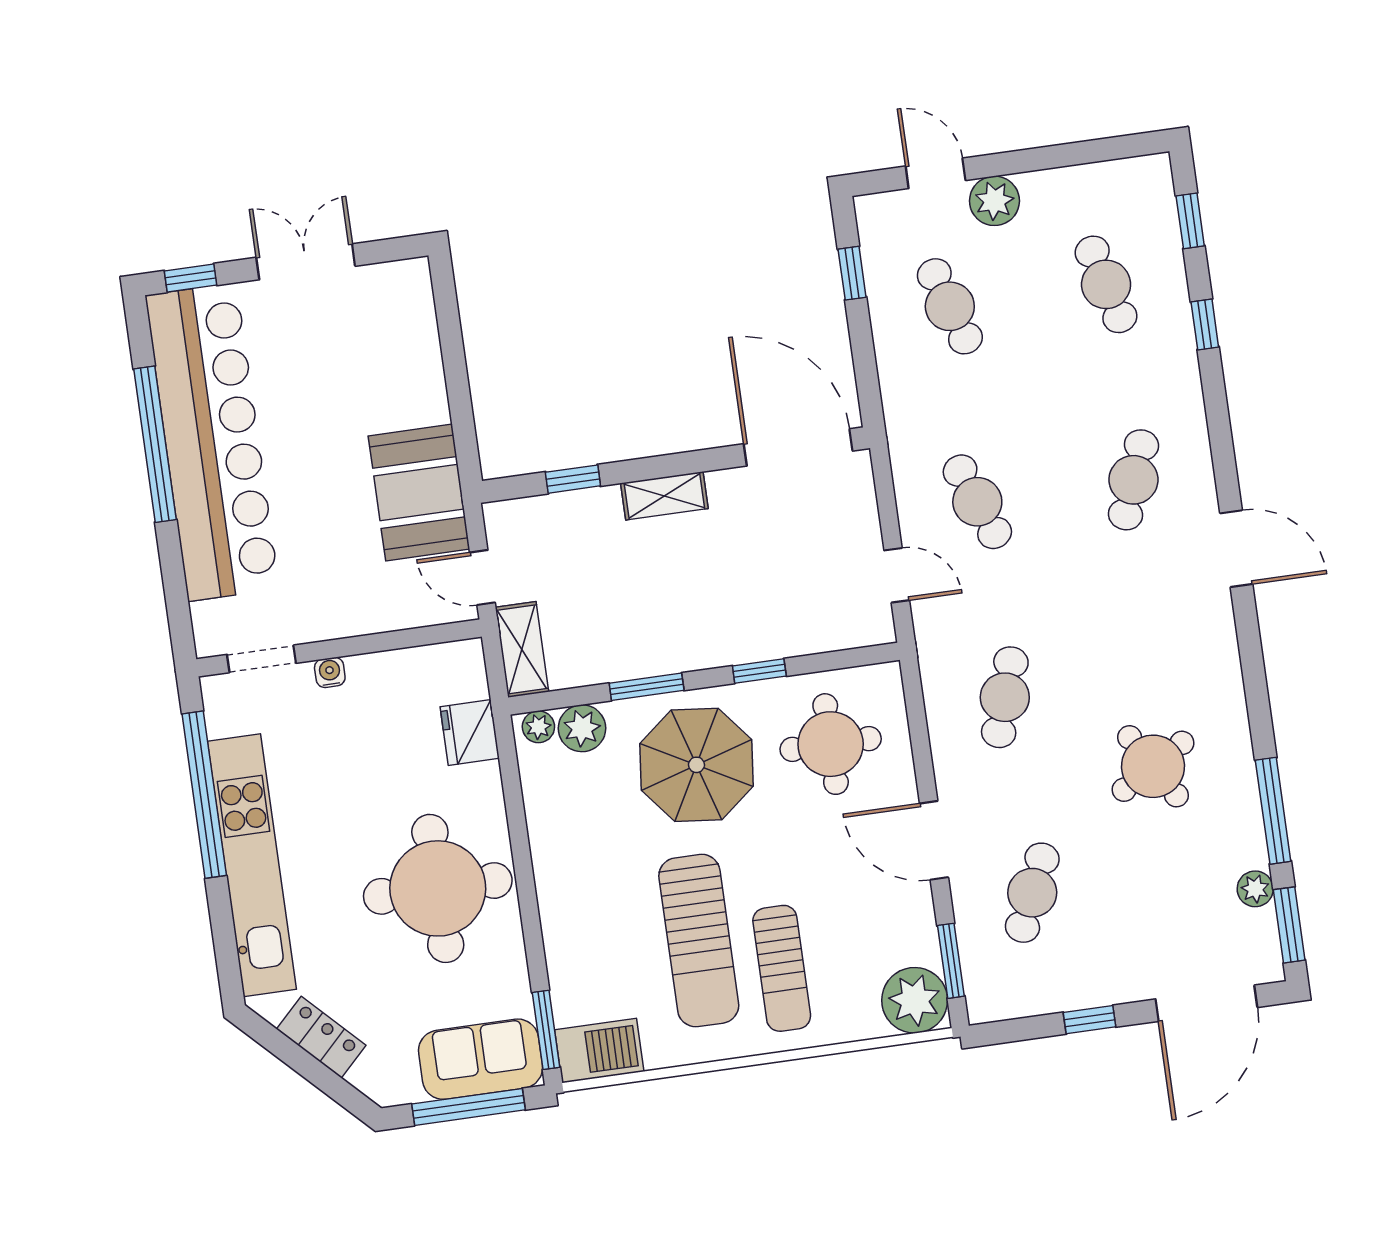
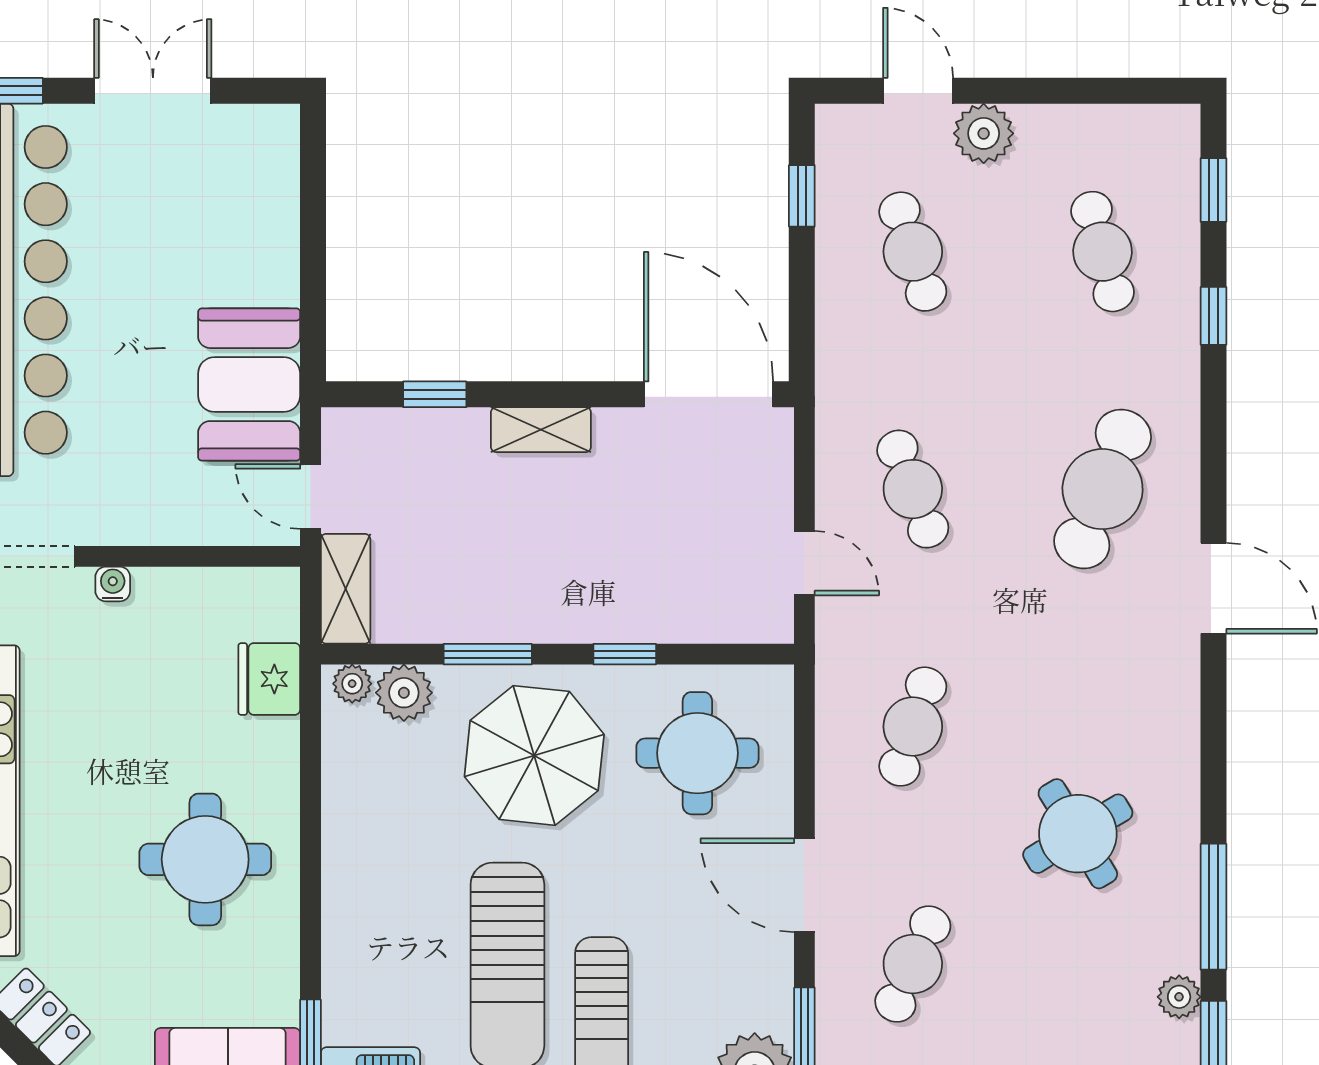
cafe table: (1133, 480) -> (1103, 489), width x1.37, depth x1.35
round table: (438, 888) -> (205, 859), width x0.73, depth x0.73

